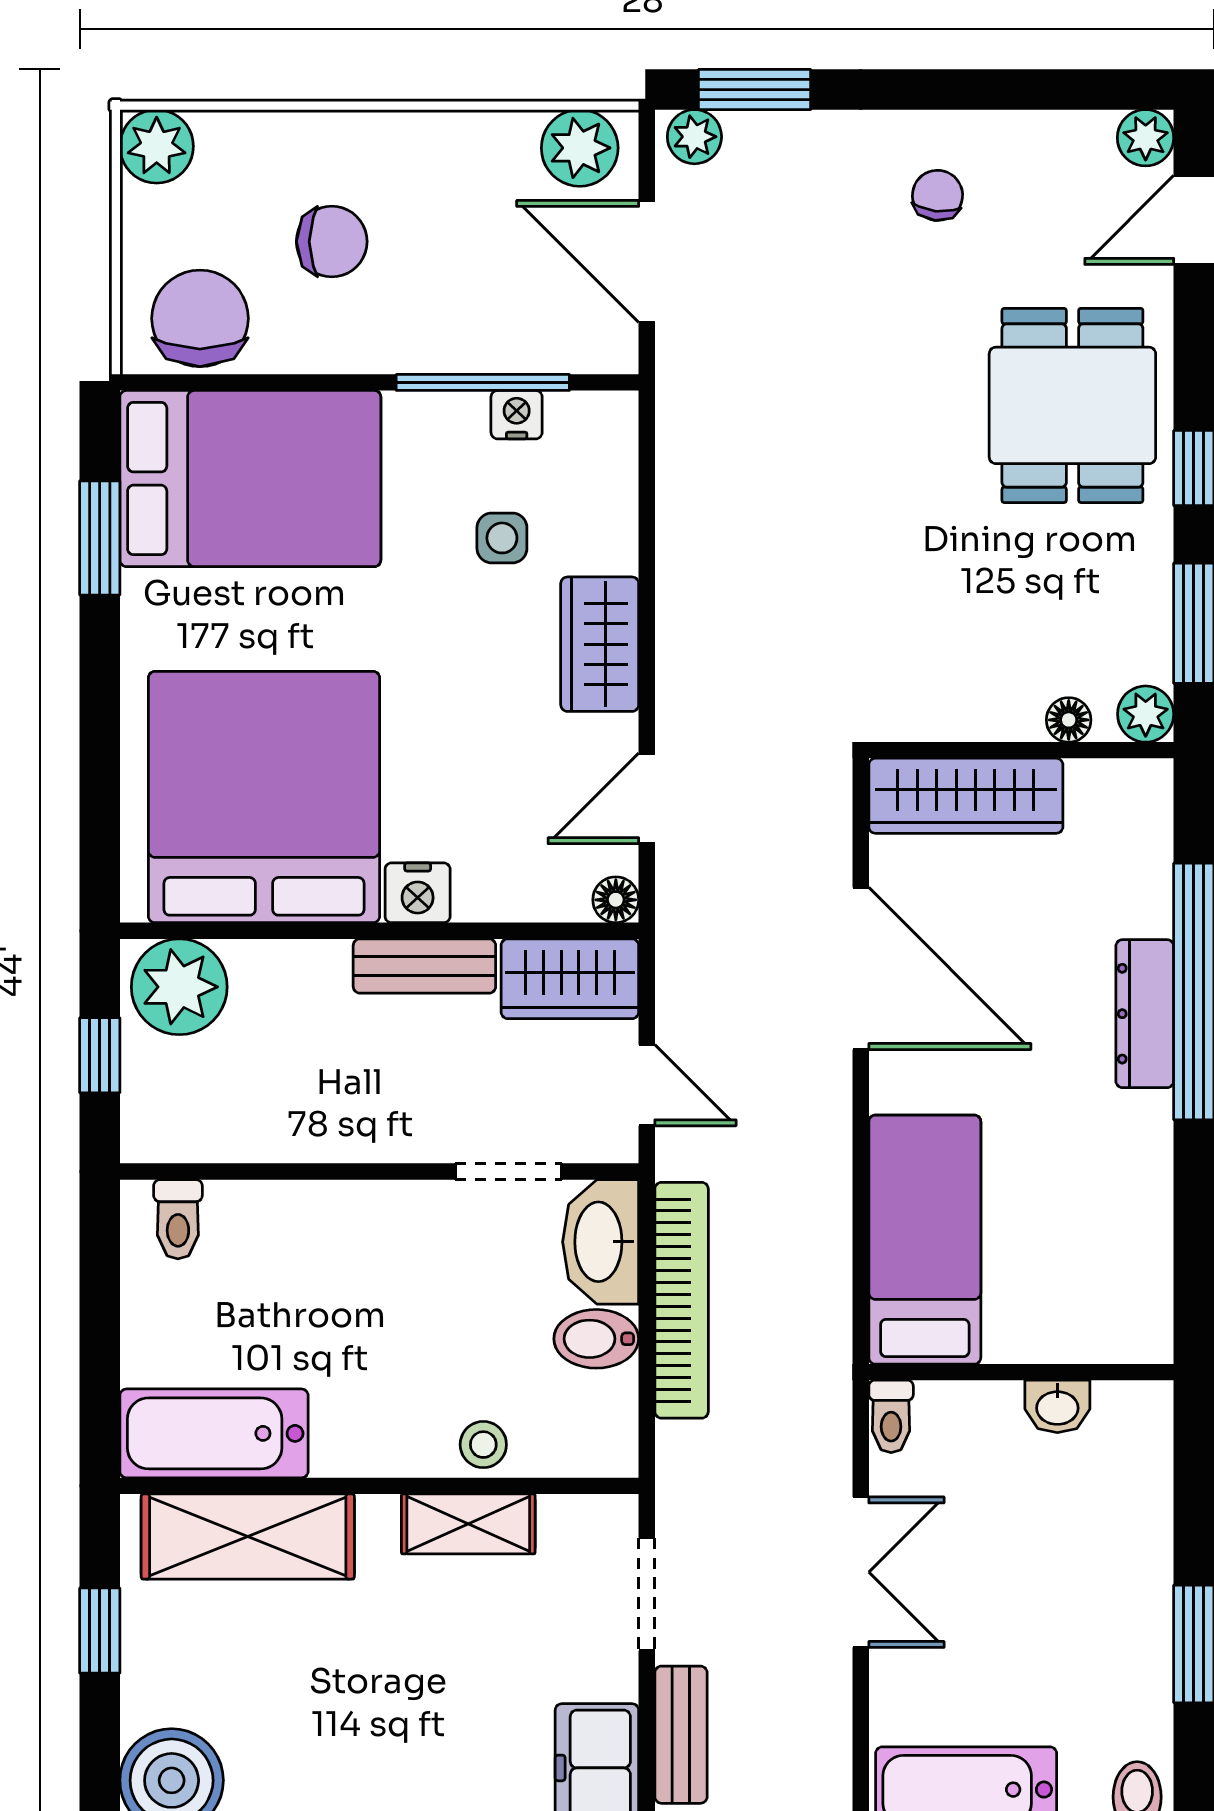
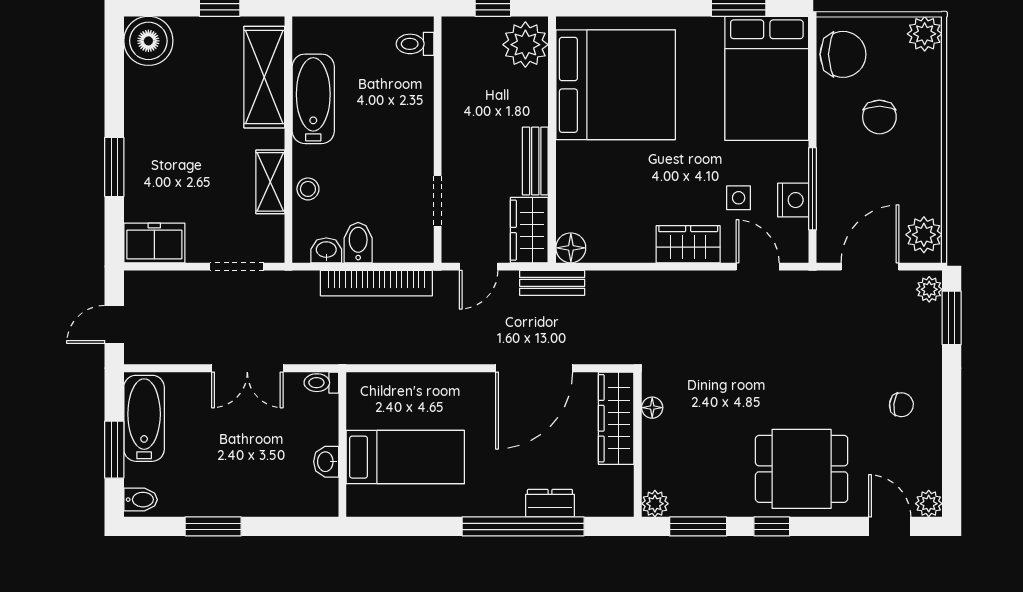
nightstand: (517, 415) -> (793, 200), width x1.39, depth x1.35
floor lamp: (1069, 720) -> (652, 408), moved
door: (647, 798) -> (758, 267), moved
nightstand: (418, 893) -> (570, 158), removed
floor lamp: (616, 900) -> (571, 248), width x1.37, depth x1.37
dresser: (1145, 1014) -> (550, 503), moved, width x0.70
bed: (925, 1240) -> (405, 457), moved
washbasin: (601, 1242) -> (326, 250), moved, width x0.52, depth x0.69
bathtub: (214, 1433) -> (313, 99), moved
bench: (681, 1735) -> (552, 283), moved

